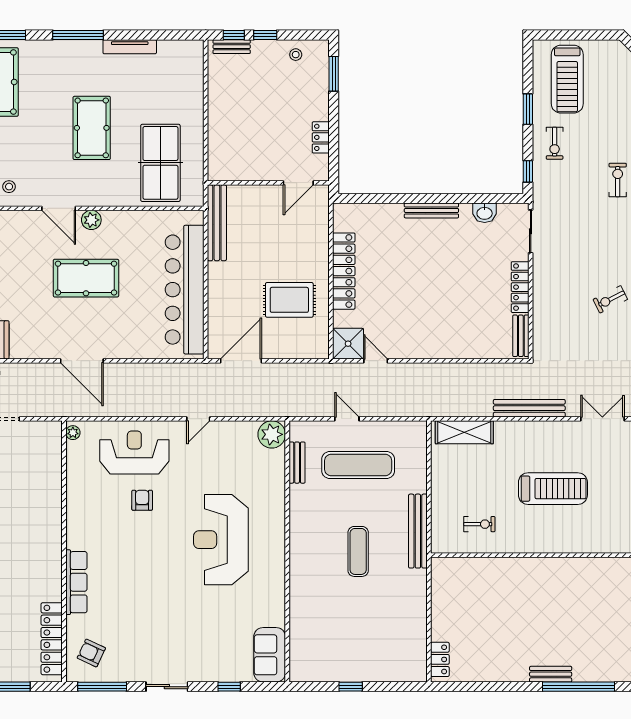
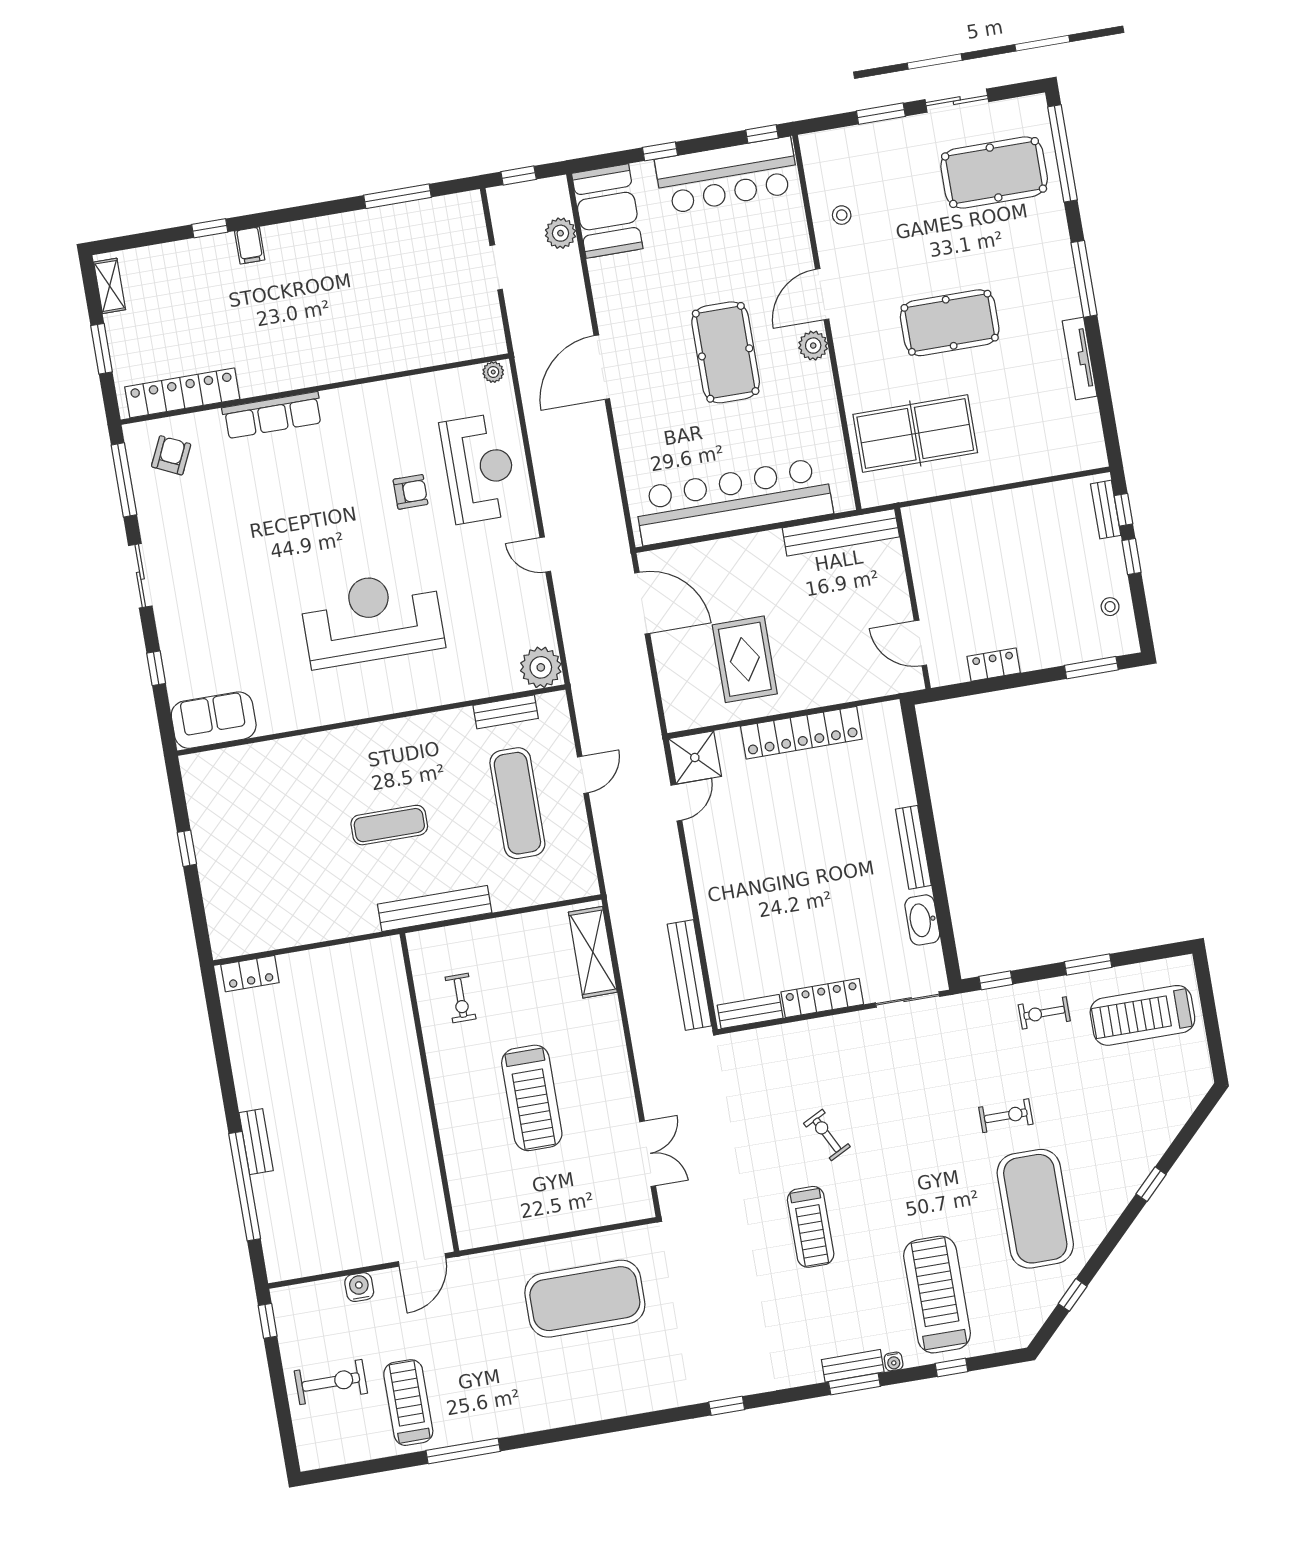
washbasin: (485, 213) -> (922, 920), width x1.38
bench: (529, 408) -> (689, 975), moved

